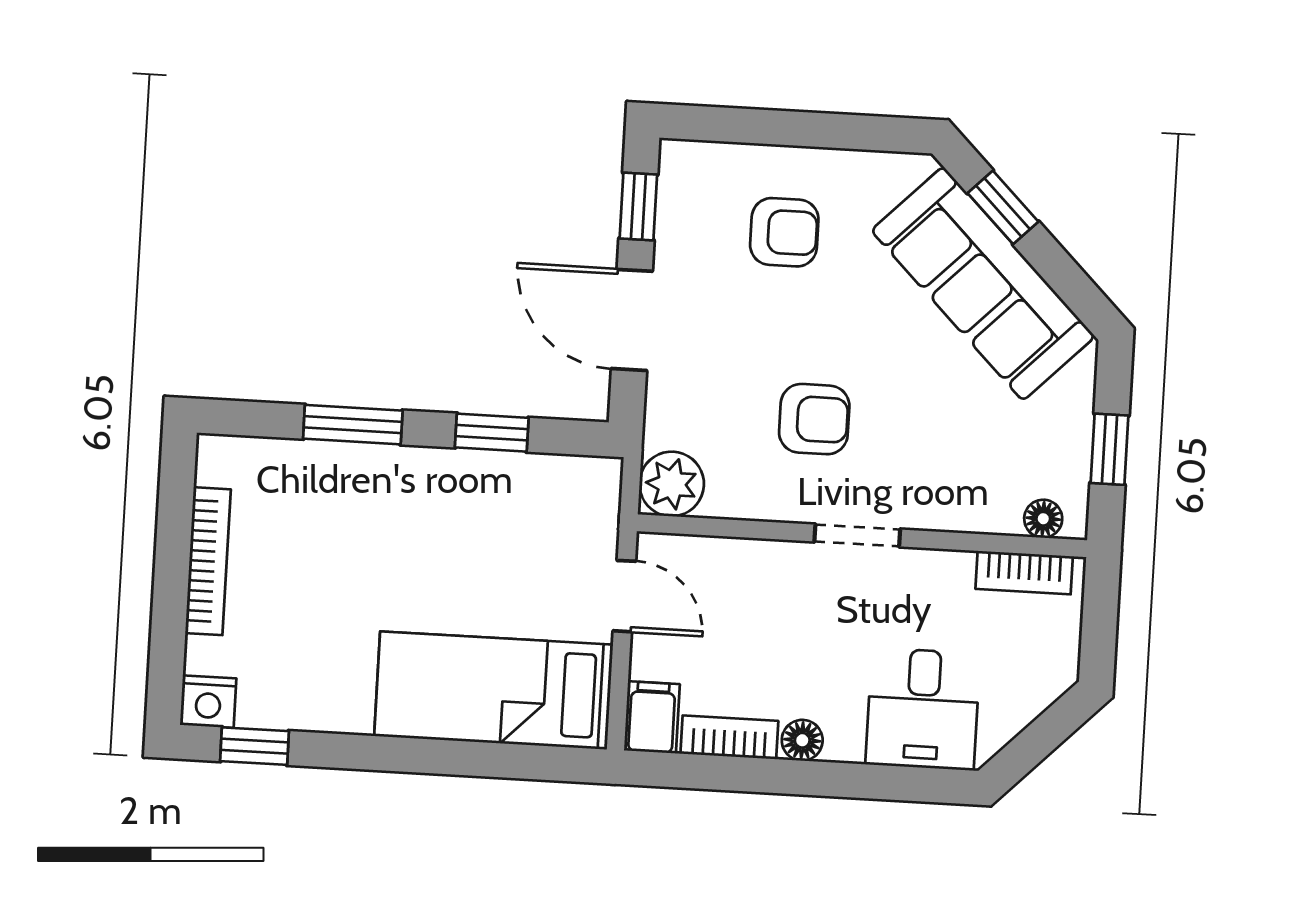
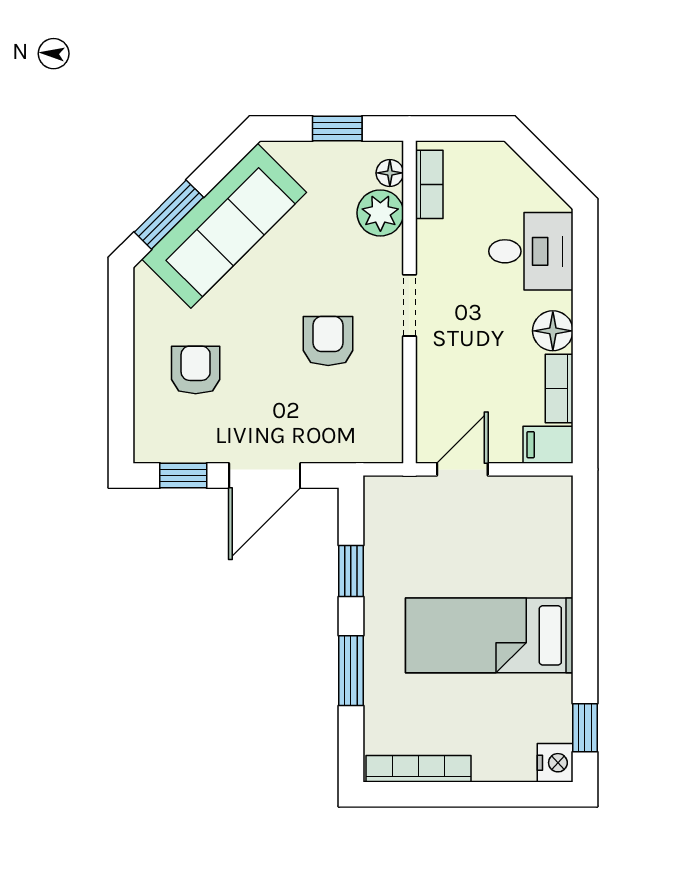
window: (1003, 207) -> (169, 215), width x1.50
plant: (672, 484) -> (380, 213), moved
bookcase: (208, 561) -> (419, 769), moved
bed: (494, 690) -> (489, 635), moved, turned 90
floor lamp: (802, 740) -> (553, 331), width x1.37, depth x1.37

